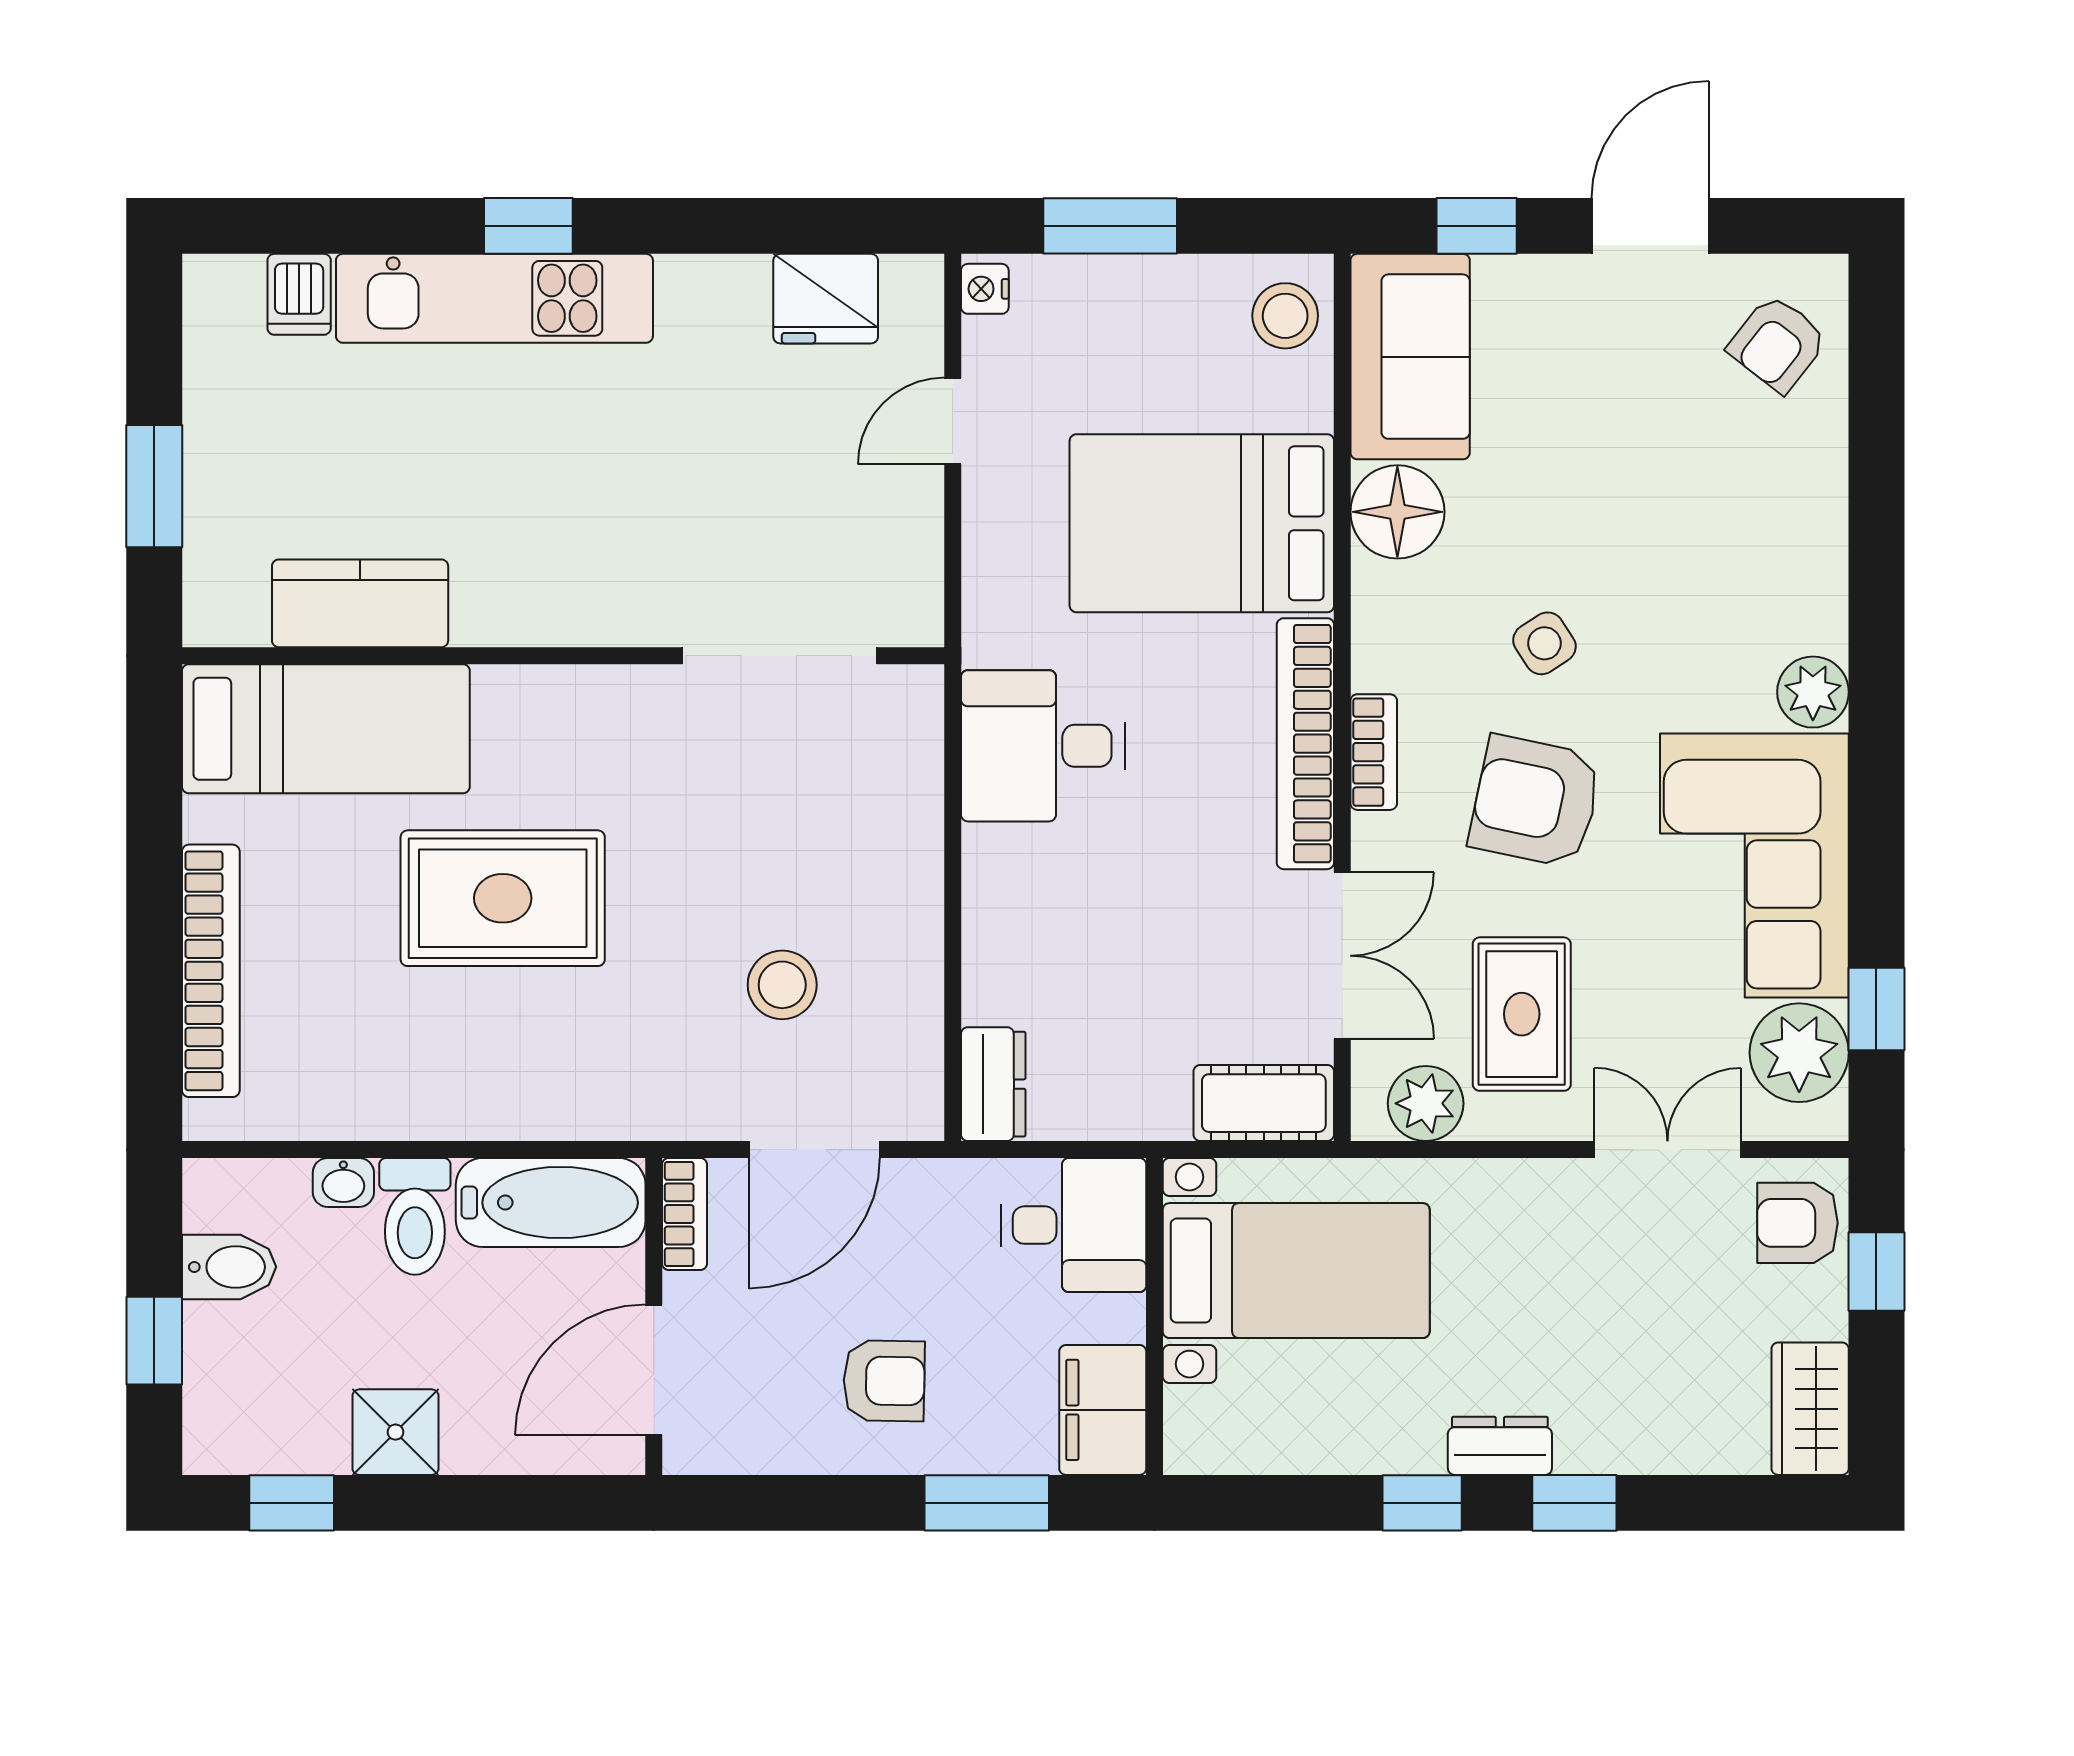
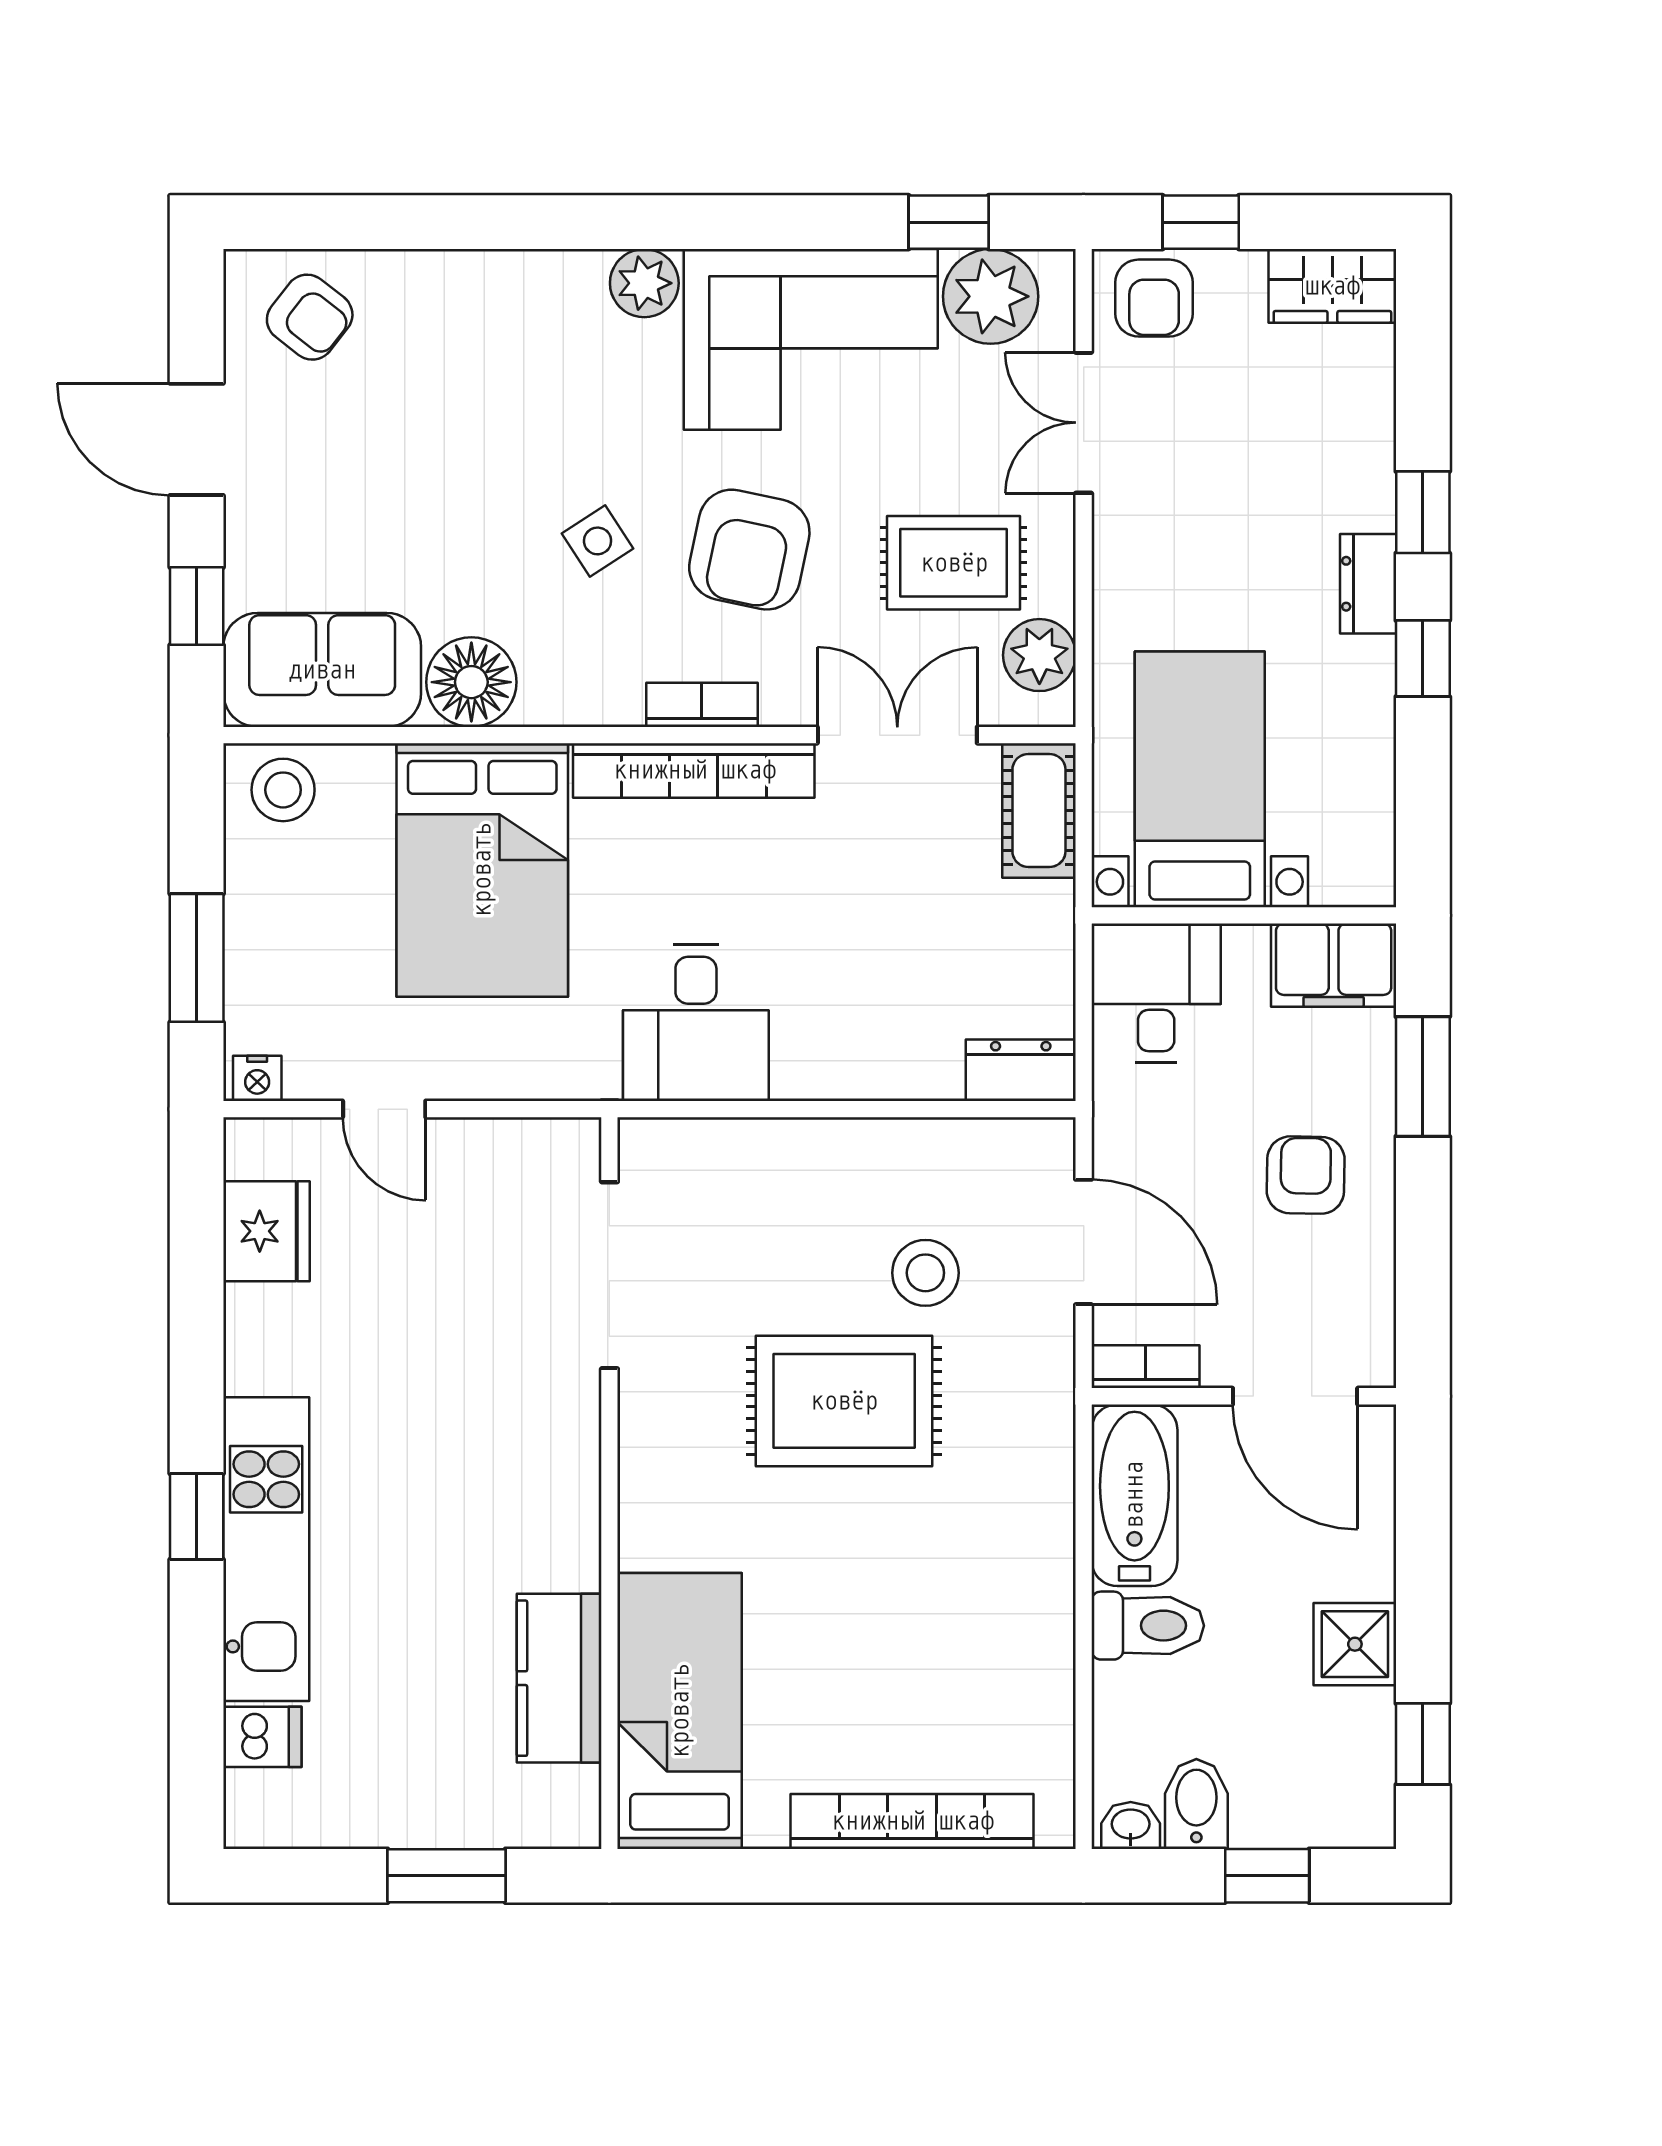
rug: (503, 898) -> (844, 1401), moved, turned 90
washbasin: (343, 1182) -> (1131, 1825), moved, turned -90

